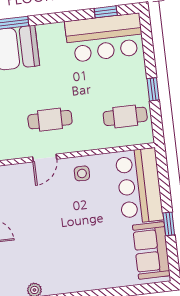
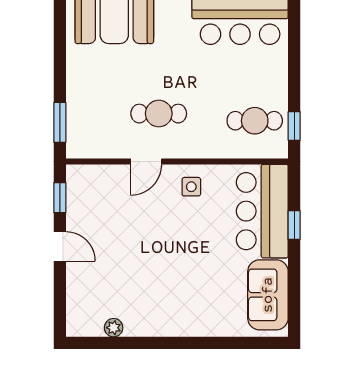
window: (153, 89) -> (294, 126), moved
window: (169, 224) -> (294, 225), moved

